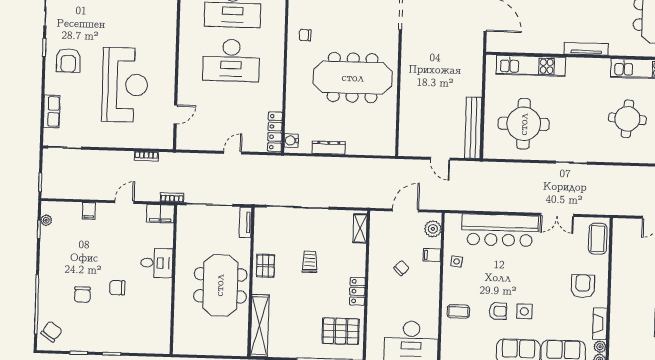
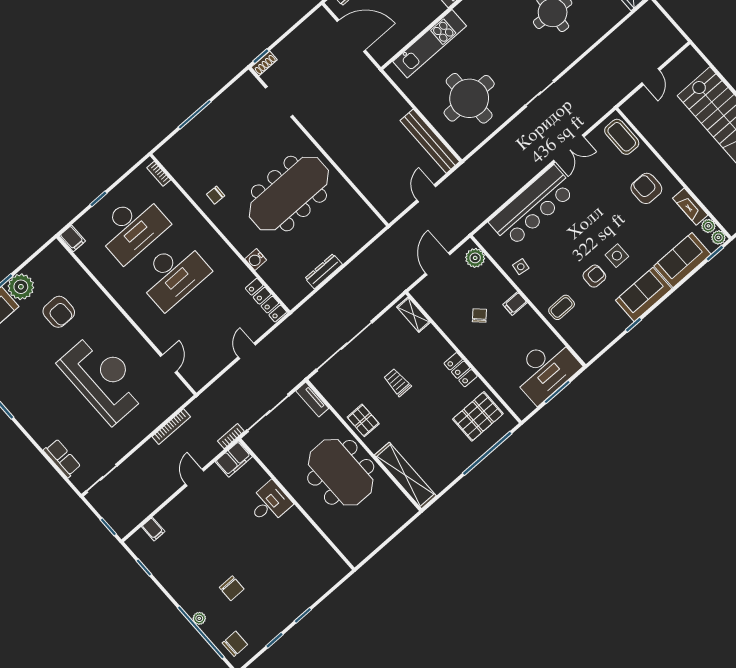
armchair: (68, 60) -> (59, 312), moved
water cooler: (291, 141) -> (256, 259), moved
bookcase: (146, 156) -> (171, 427), width x1.56
door: (440, 159) -> (426, 193), swing flipped
filing cabinet: (89, 211) -> (153, 529), moved
plant: (46, 220) -> (199, 618), moved
filing cabinet: (432, 255) -> (515, 304), moved
chair: (117, 288) -> (256, 555), removed
chair: (52, 332) -> (235, 644), turned 55

